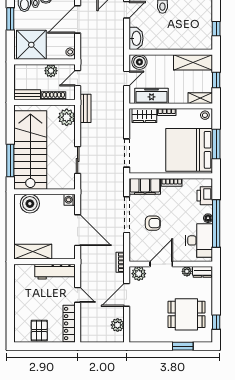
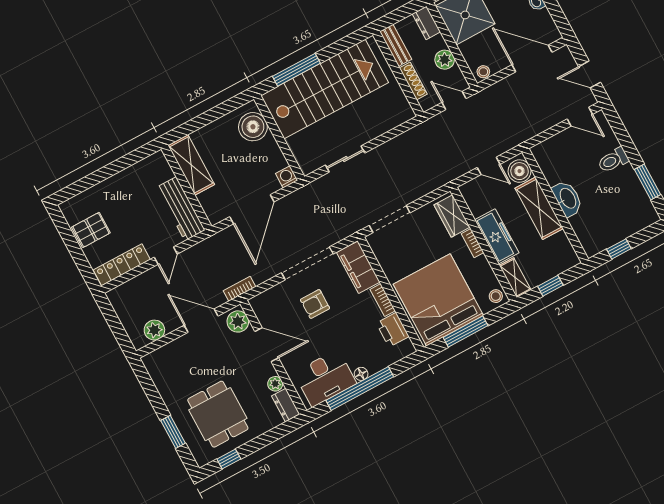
washbasin: (136, 38) -> (567, 199), moved, turned -90
shelving: (193, 62) -> (539, 208), moved
dresser: (24, 70) -> (426, 23), added
freezer: (152, 96) -> (497, 236), moved
bench: (86, 108) -> (419, 133), removed
plant: (67, 117) -> (394, 114), removed
printer: (205, 196) -> (393, 330), moved, turned -90
armchair: (153, 223) -> (315, 304), turned 90

